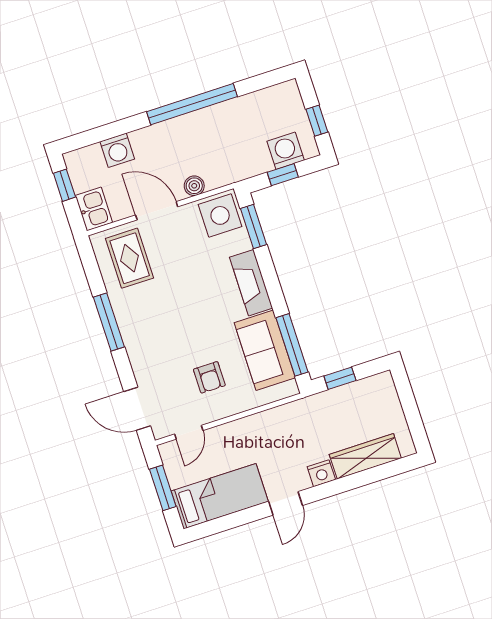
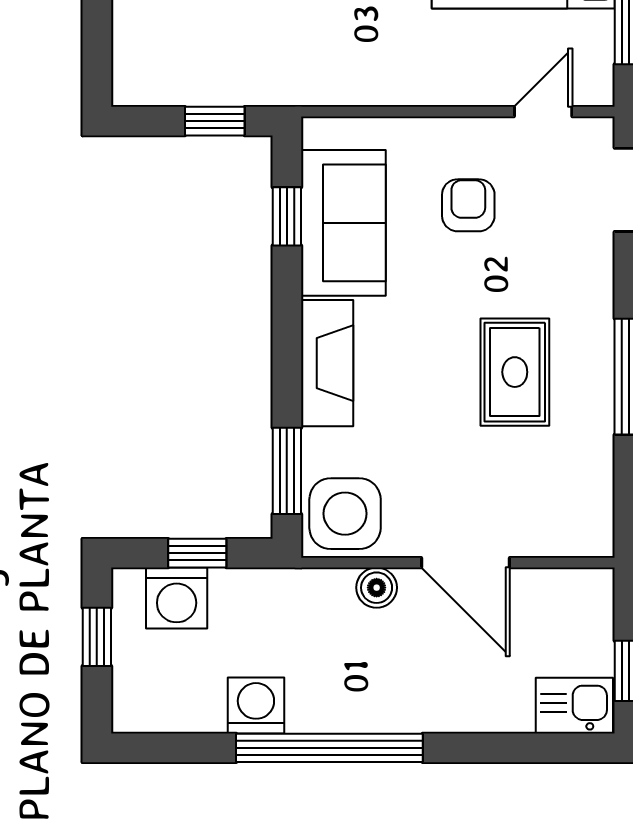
washing machine: (117, 150) -> (256, 705), moved
kitchen sink: (94, 209) -> (574, 706), moved, turned 90
rug: (130, 258) -> (515, 372), moved
window: (292, 345) -> (287, 216), width x0.46

